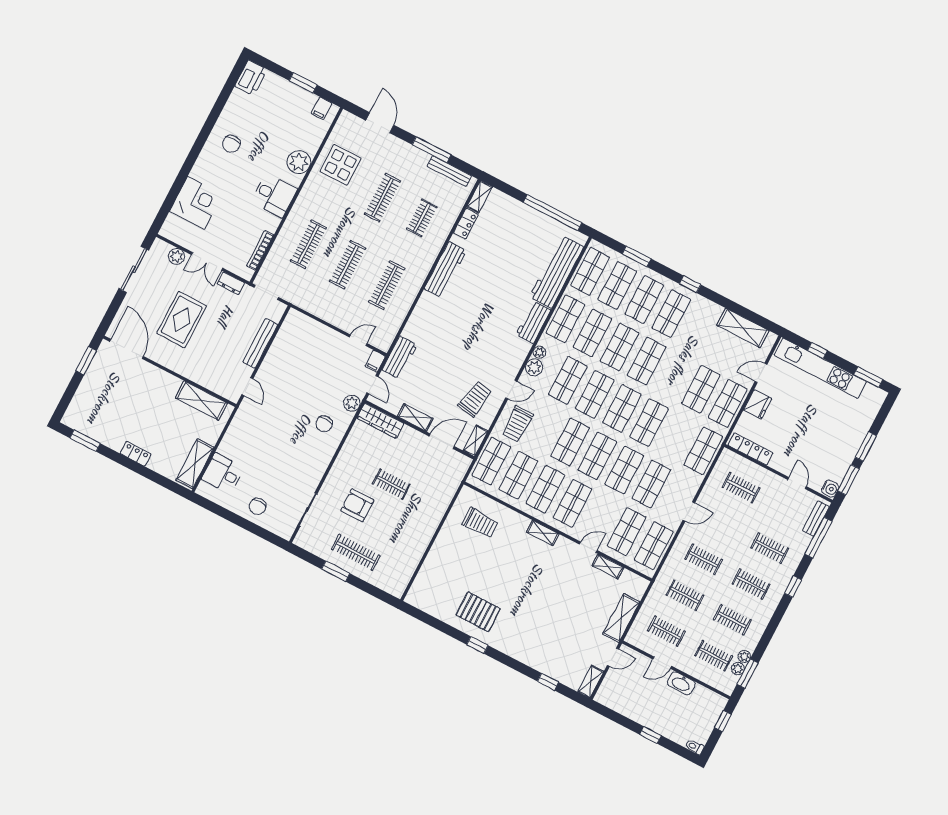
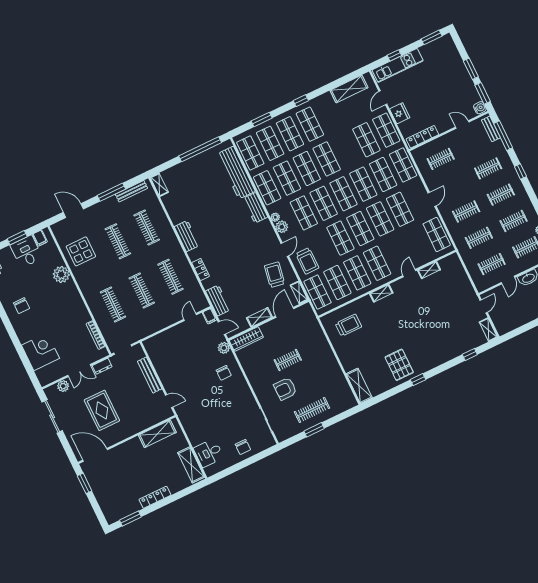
desk: (274, 195) -> (26, 252), moved, turned -90
clothes rail: (422, 218) -> (147, 227), width x1.36
locker: (466, 224) -> (201, 269), moved
workbench: (445, 270) -> (187, 236), width x0.73
kitchen unit: (820, 368) -> (398, 65), width x0.73
locker: (136, 454) -> (155, 497), width x1.53
shop shelf: (627, 532) -> (383, 175), moved
pallet: (478, 612) -> (399, 365), turned 90
shelving: (621, 618) -> (359, 386), moved

